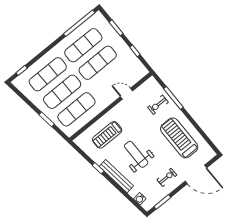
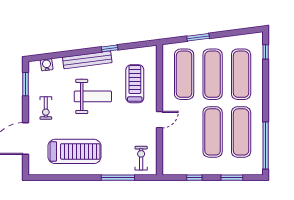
door: (126, 94) -> (159, 120), moved
exercise bike: (158, 105) -> (141, 158), moved

